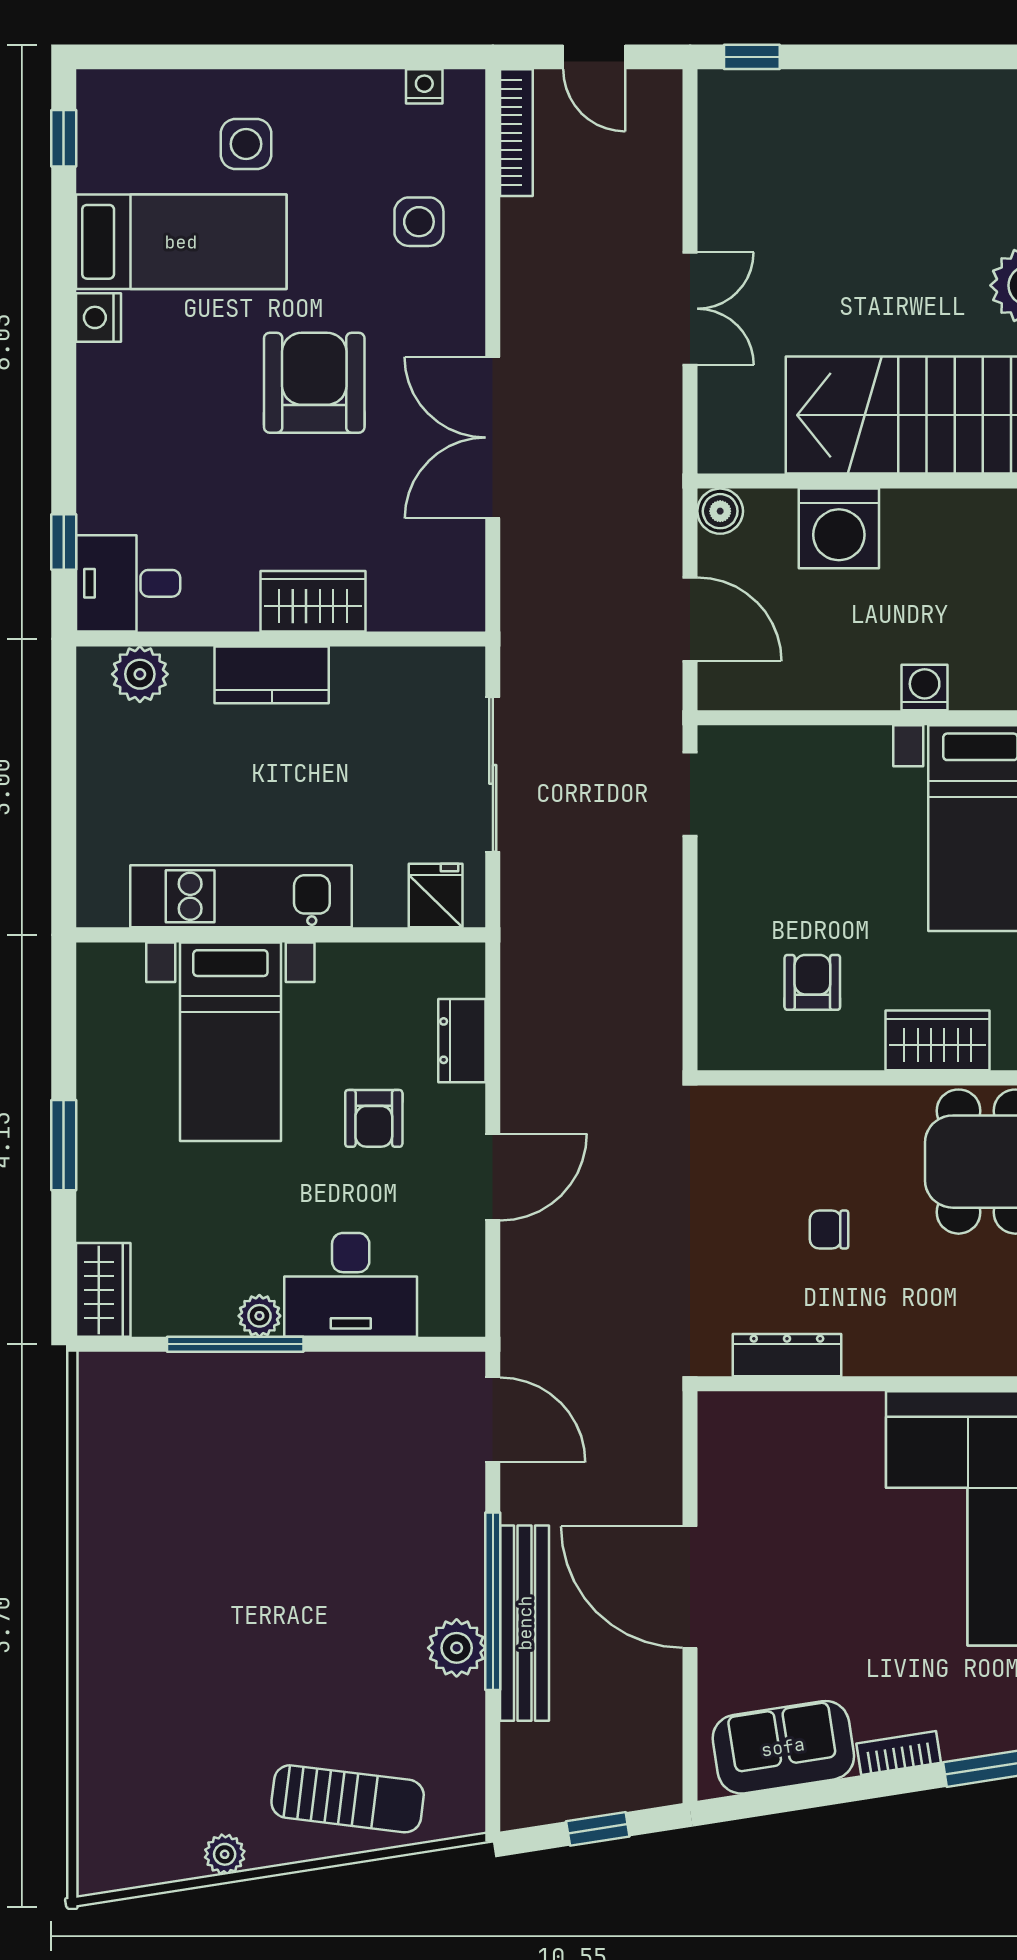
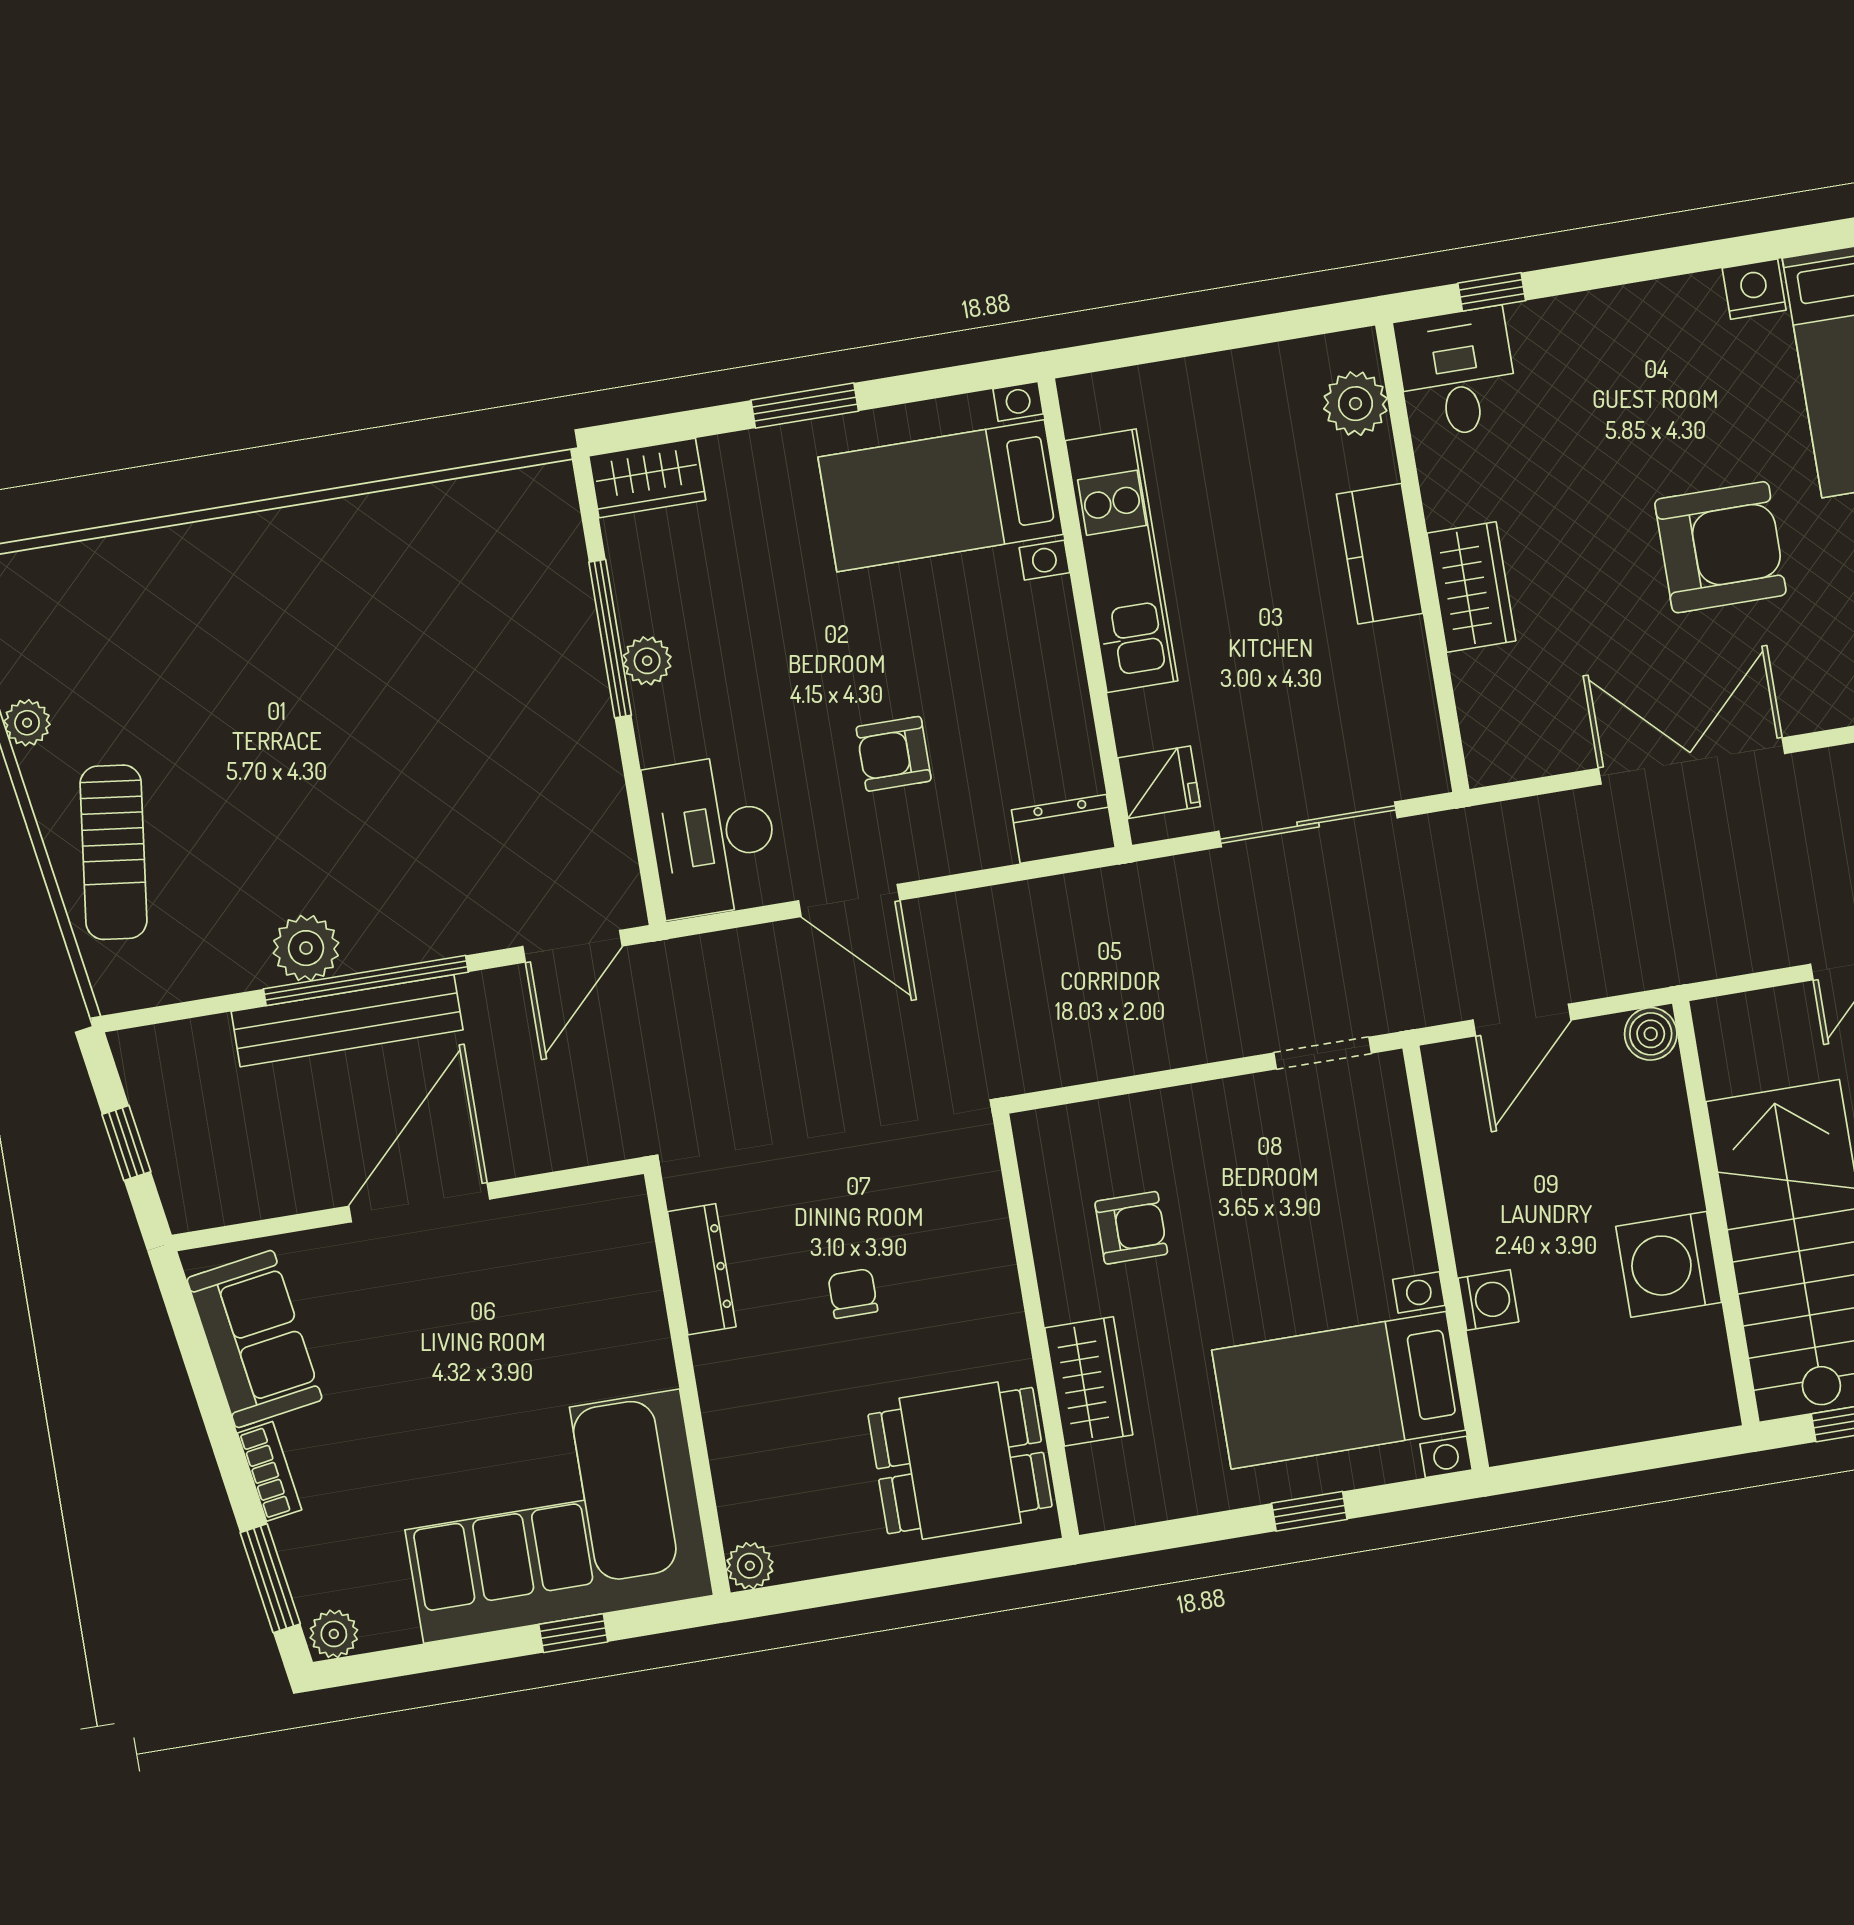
washing machine: (839, 528) -> (1669, 1264), moved
dresser: (462, 1041) -> (1063, 829), moved
bed with nightstands: (230, 1042) -> (941, 496), moved
desk: (351, 1285) -> (712, 836), moved

